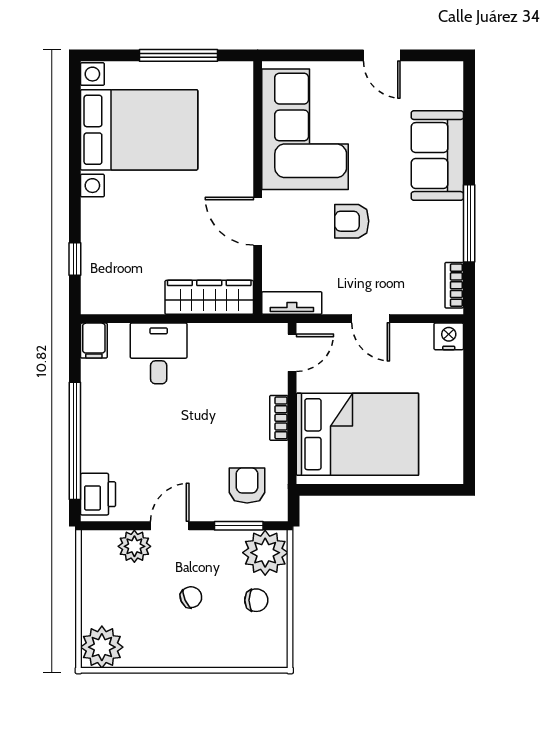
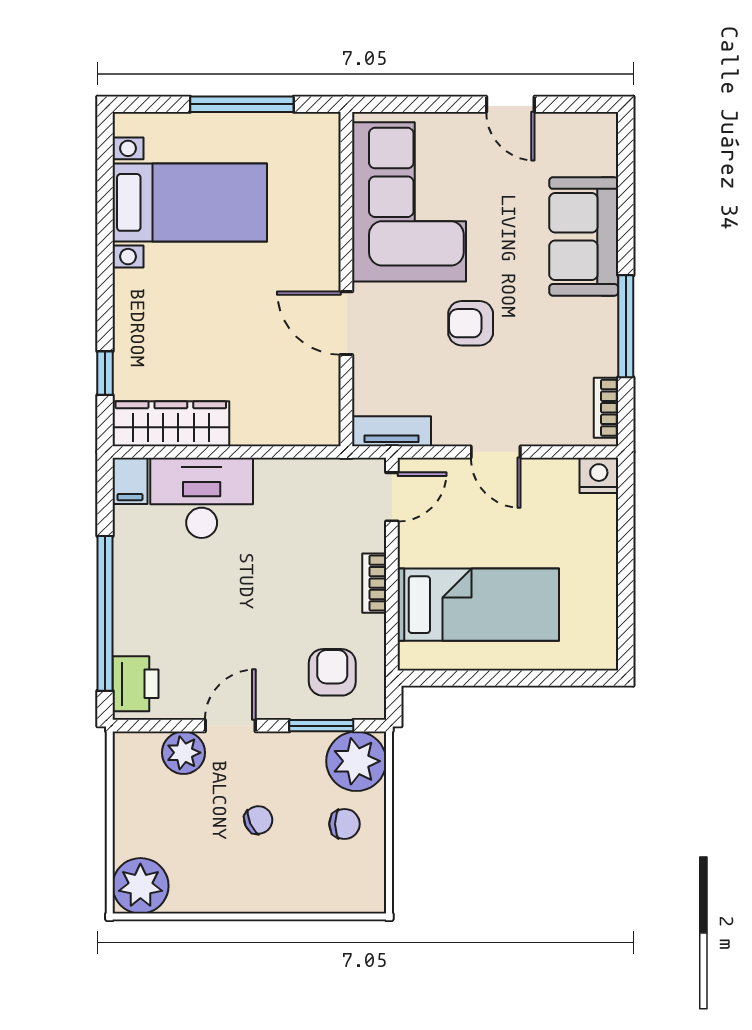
bed with nightstands: (139, 130) -> (190, 202), width x0.73
wardrobe: (209, 297) -> (171, 424), moved
desk: (159, 353) -> (202, 498), width x1.37
bed: (357, 434) -> (478, 605), width x0.67

